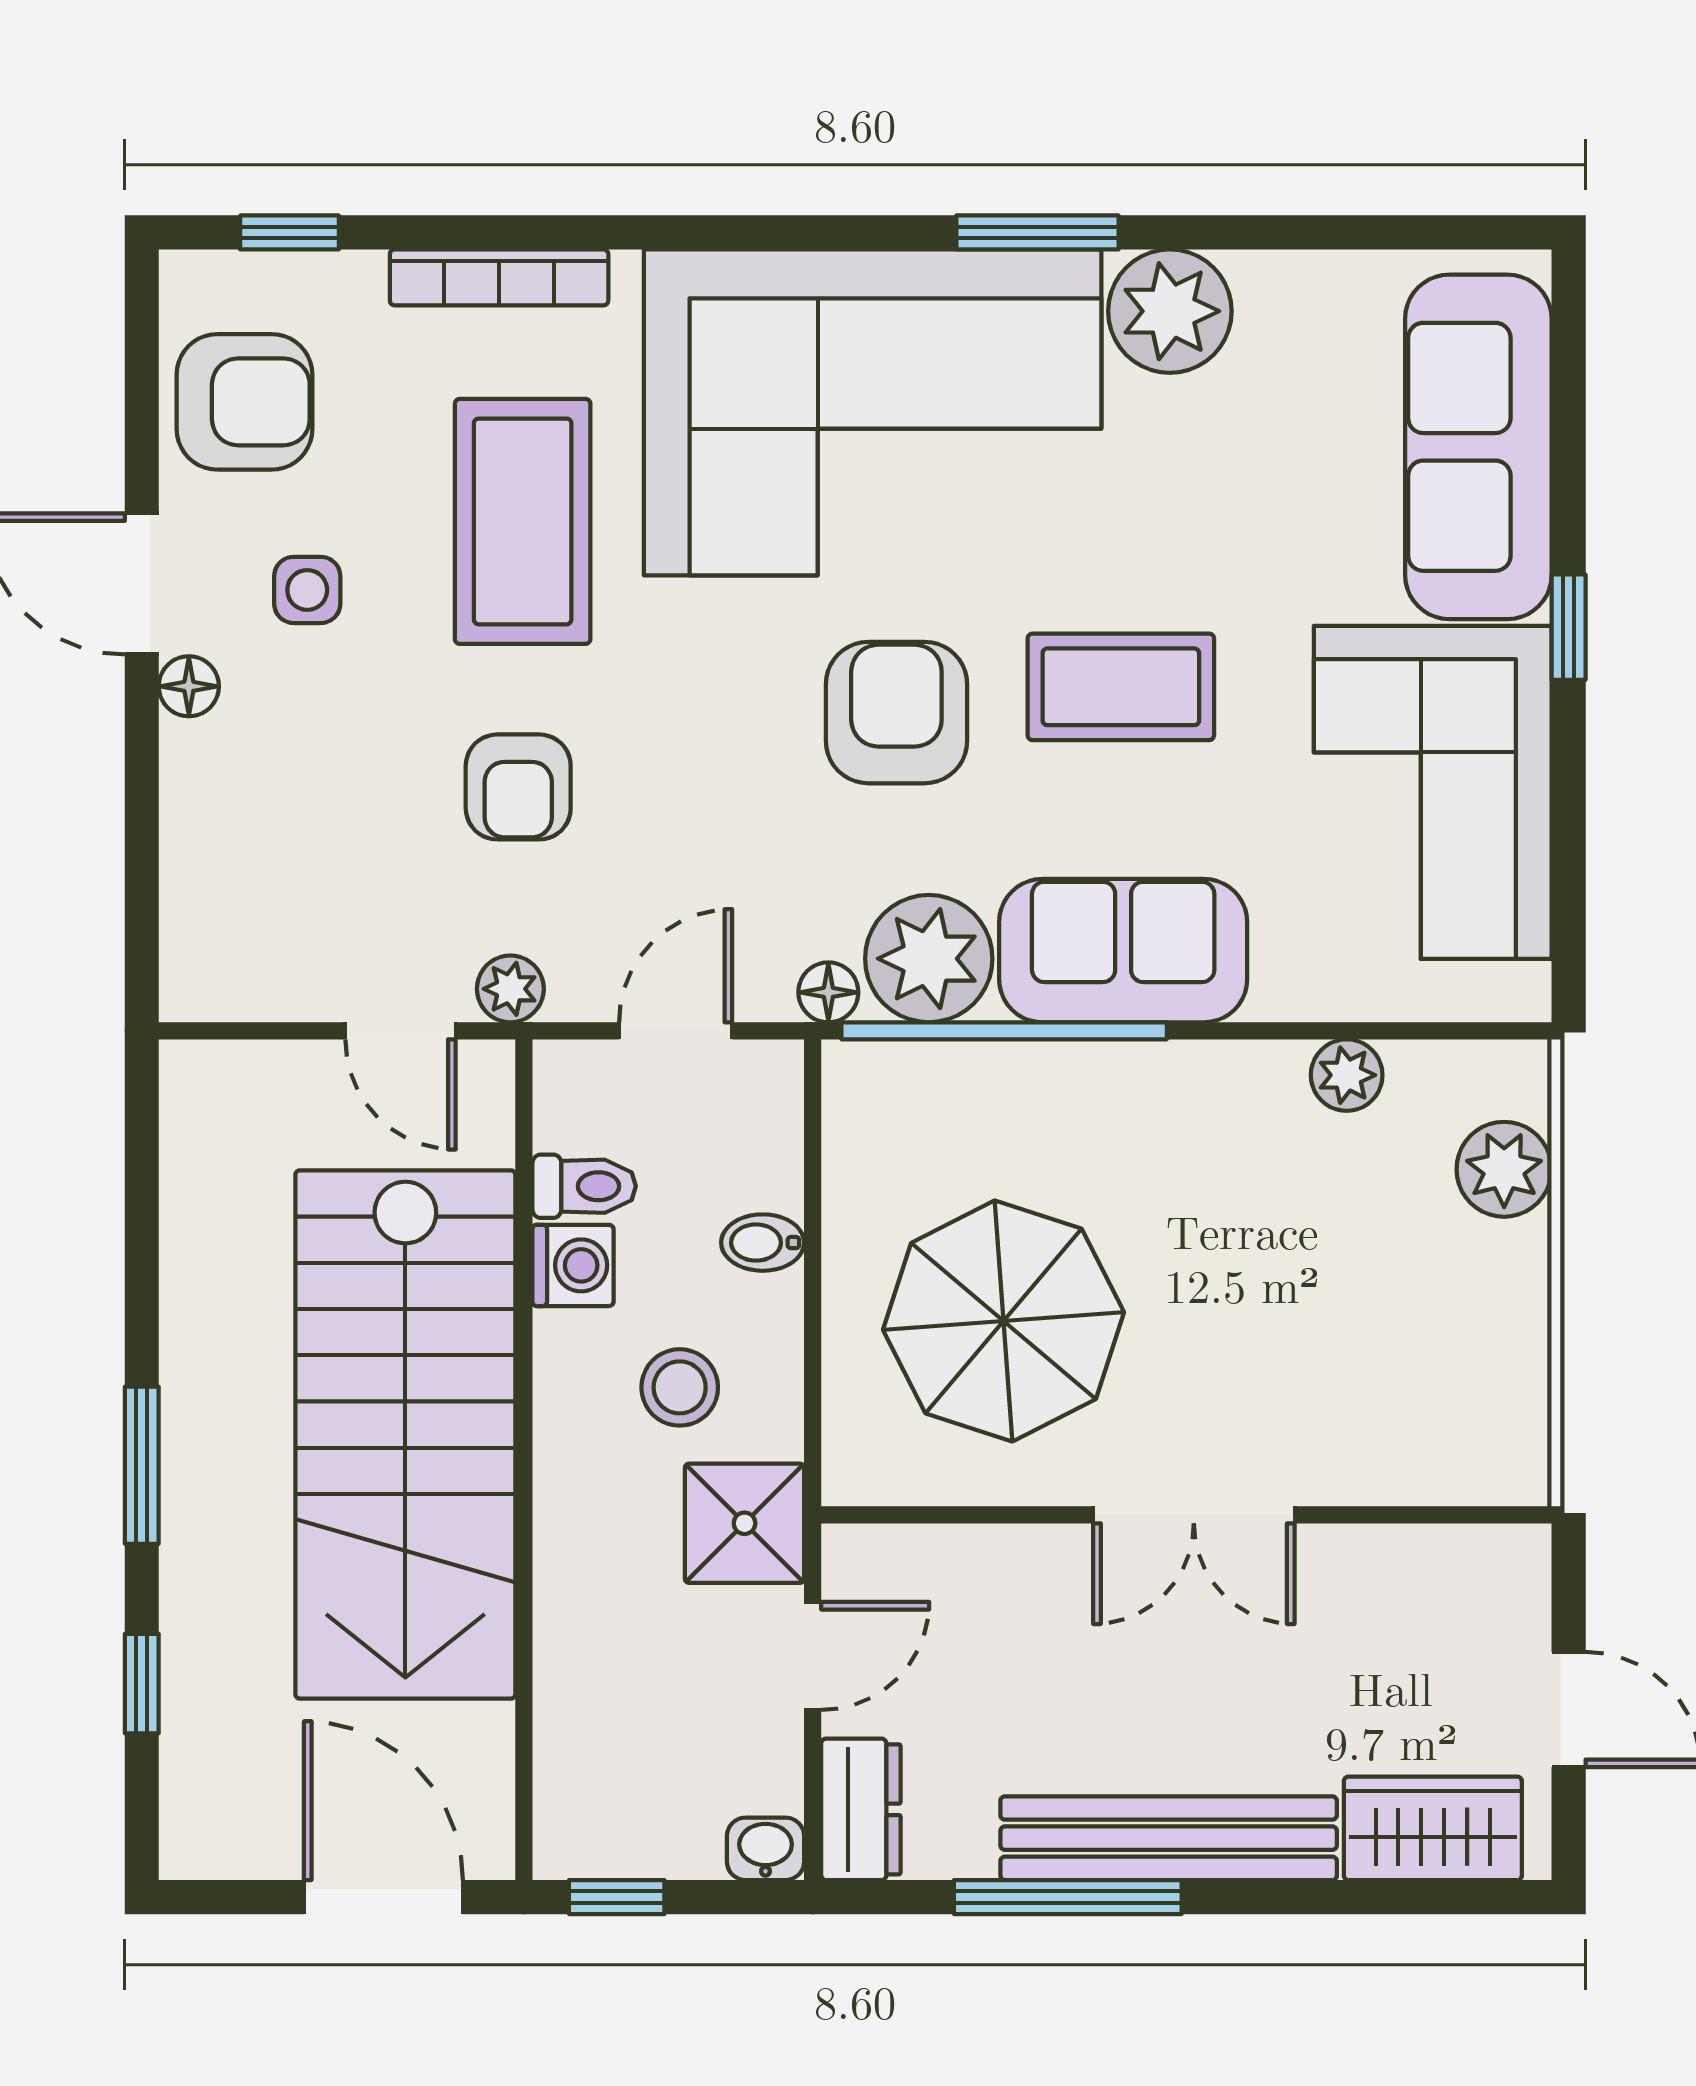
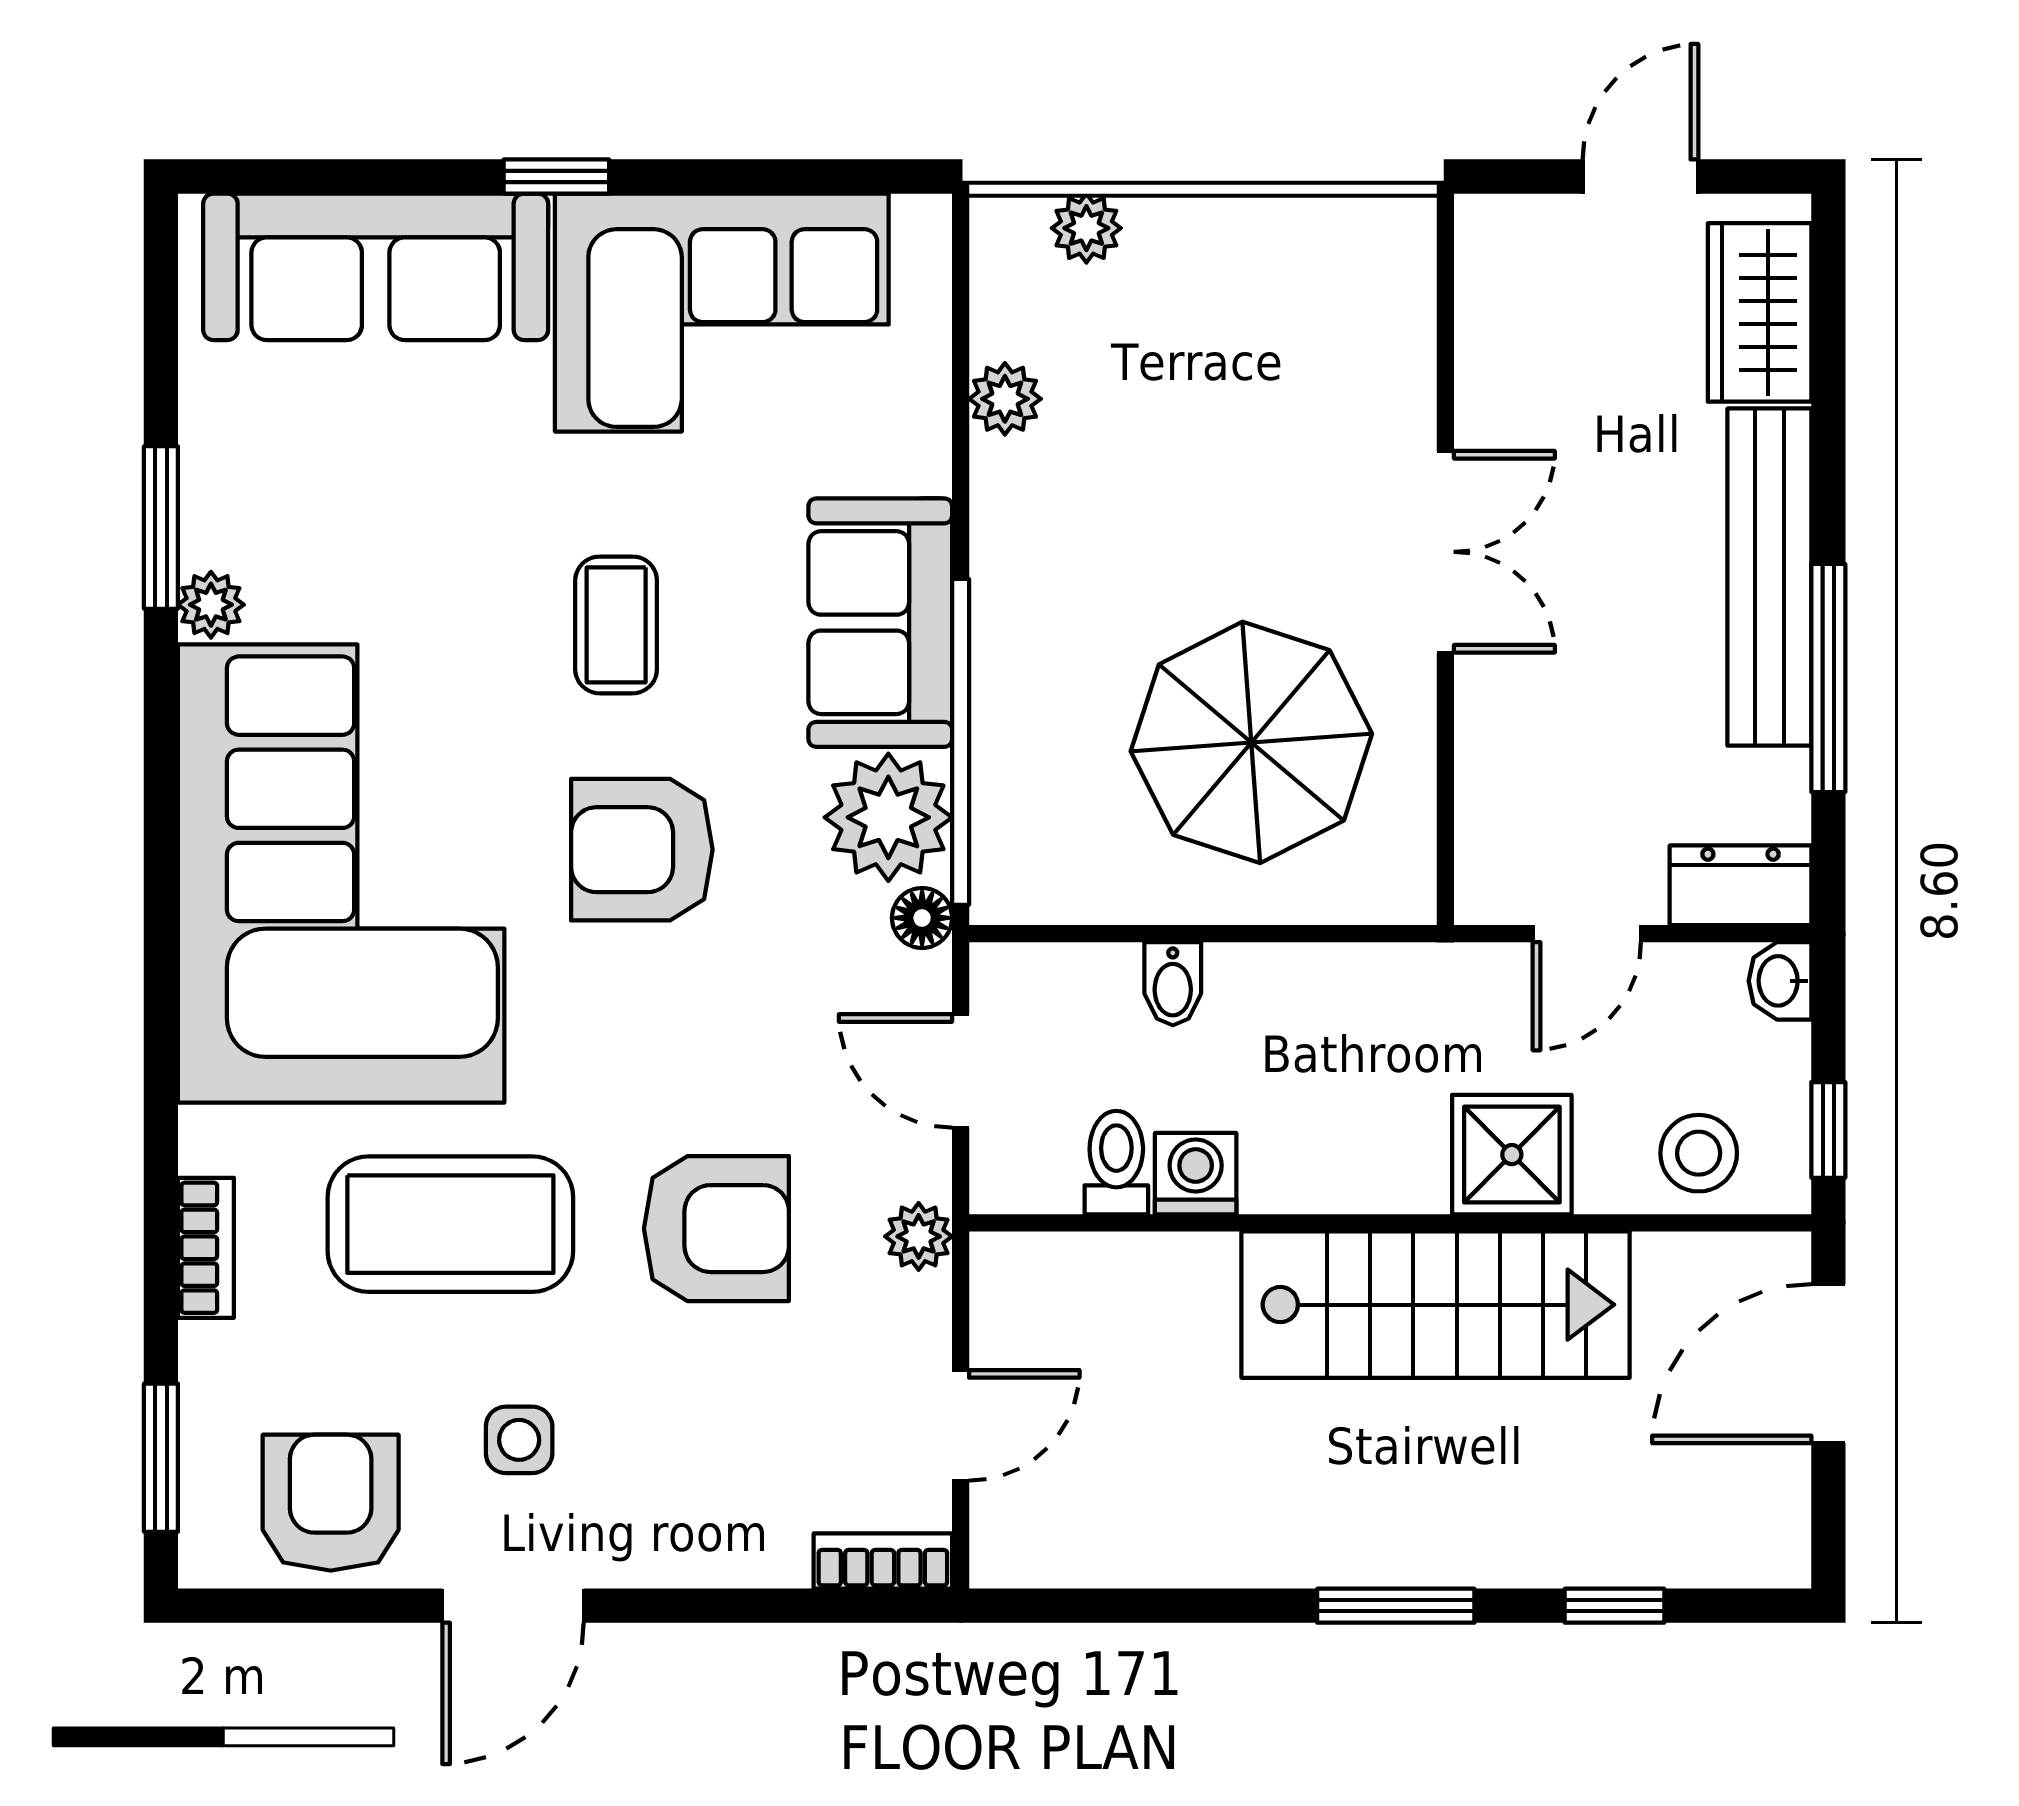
window: (289, 232) -> (161, 1458), width x1.50
window: (1037, 232) -> (161, 527), moved
bookcase: (499, 277) -> (206, 1248), width x0.64
plant: (1170, 311) -> (211, 605), width x0.53, depth x0.53
floor lamp: (189, 686) -> (616, 1559), removed
coffee table: (1121, 687) -> (616, 625), width x0.73, depth x0.77
armchair: (518, 787) -> (716, 1229), width x1.38, depth x1.38
bookcase: (186, 953) -> (883, 1561), added
door: (401, 1031) -> (961, 1425), moved
plant: (1504, 1169) -> (1086, 228), width x0.73, depth x0.73
stool: (680, 1387) -> (1699, 1153), moved
stairs: (405, 1434) -> (1436, 1305), width x0.73, depth x0.66
shower: (745, 1523) -> (1512, 1155), moved
door: (813, 1656) -> (1587, 934), swing flipped

